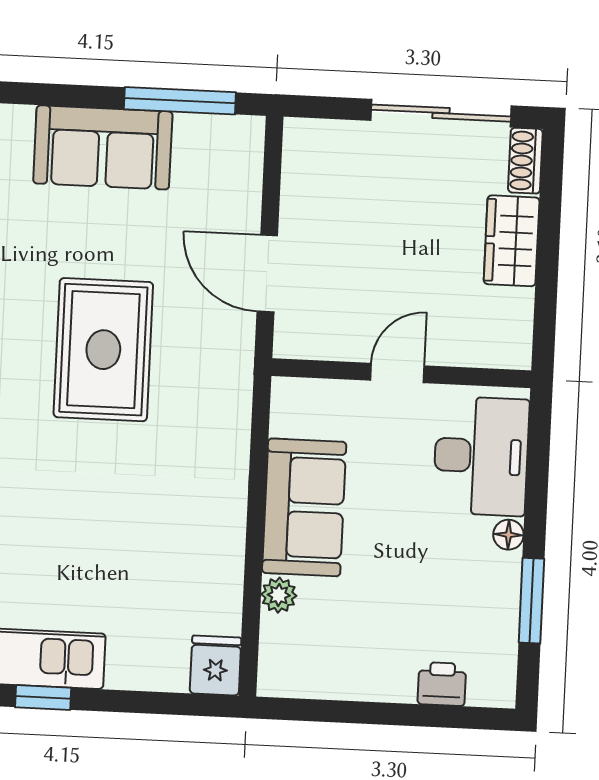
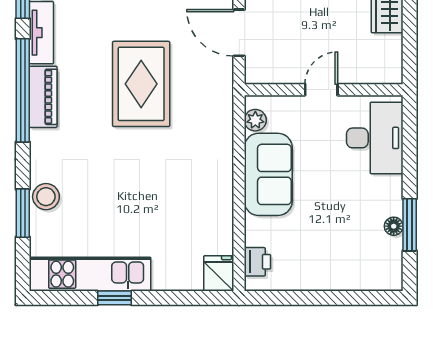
floor lamp: (508, 535) -> (394, 226), moved
plant: (279, 595) -> (255, 120), moved
printer: (442, 684) -> (257, 262), moved, turned 90

